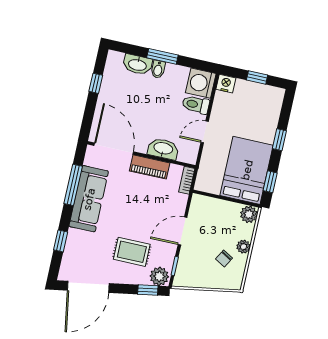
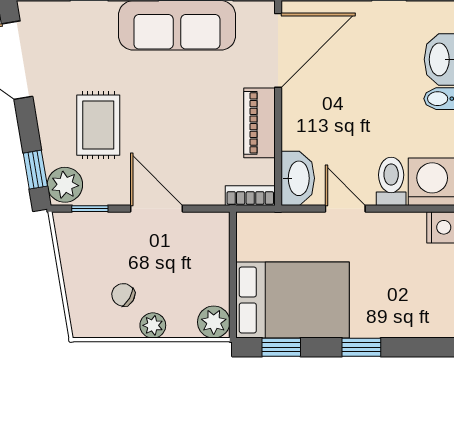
washbasin: (163, 149) -> (298, 178), moved

